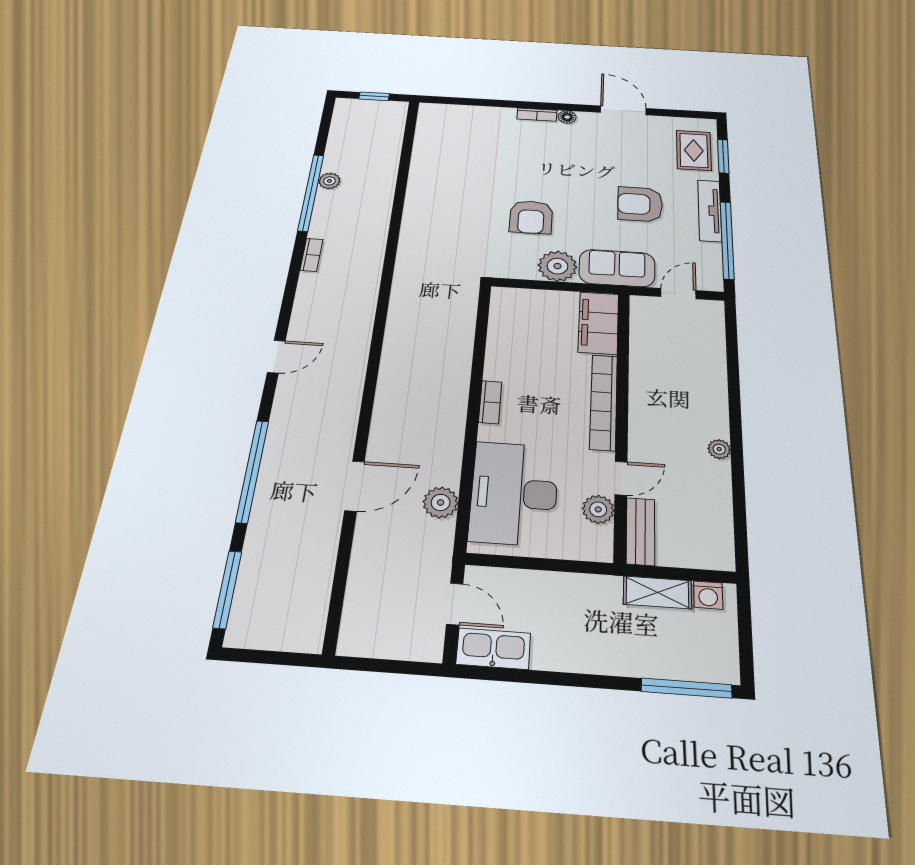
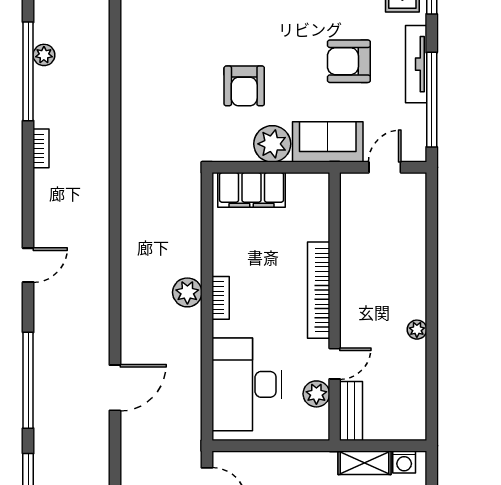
filing cabinet: (598, 323) -> (252, 190), moved, turned -90
plant: (441, 502) -> (187, 292), moved

